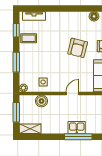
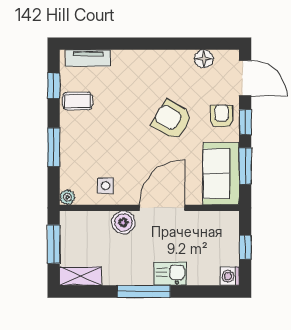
armchair: (78, 48) -> (172, 120), turned 107
door: (72, 93) -> (162, 208), width x1.88
boiler: (41, 101) -> (123, 222), moved
window: (78, 137) -> (144, 292), moved

